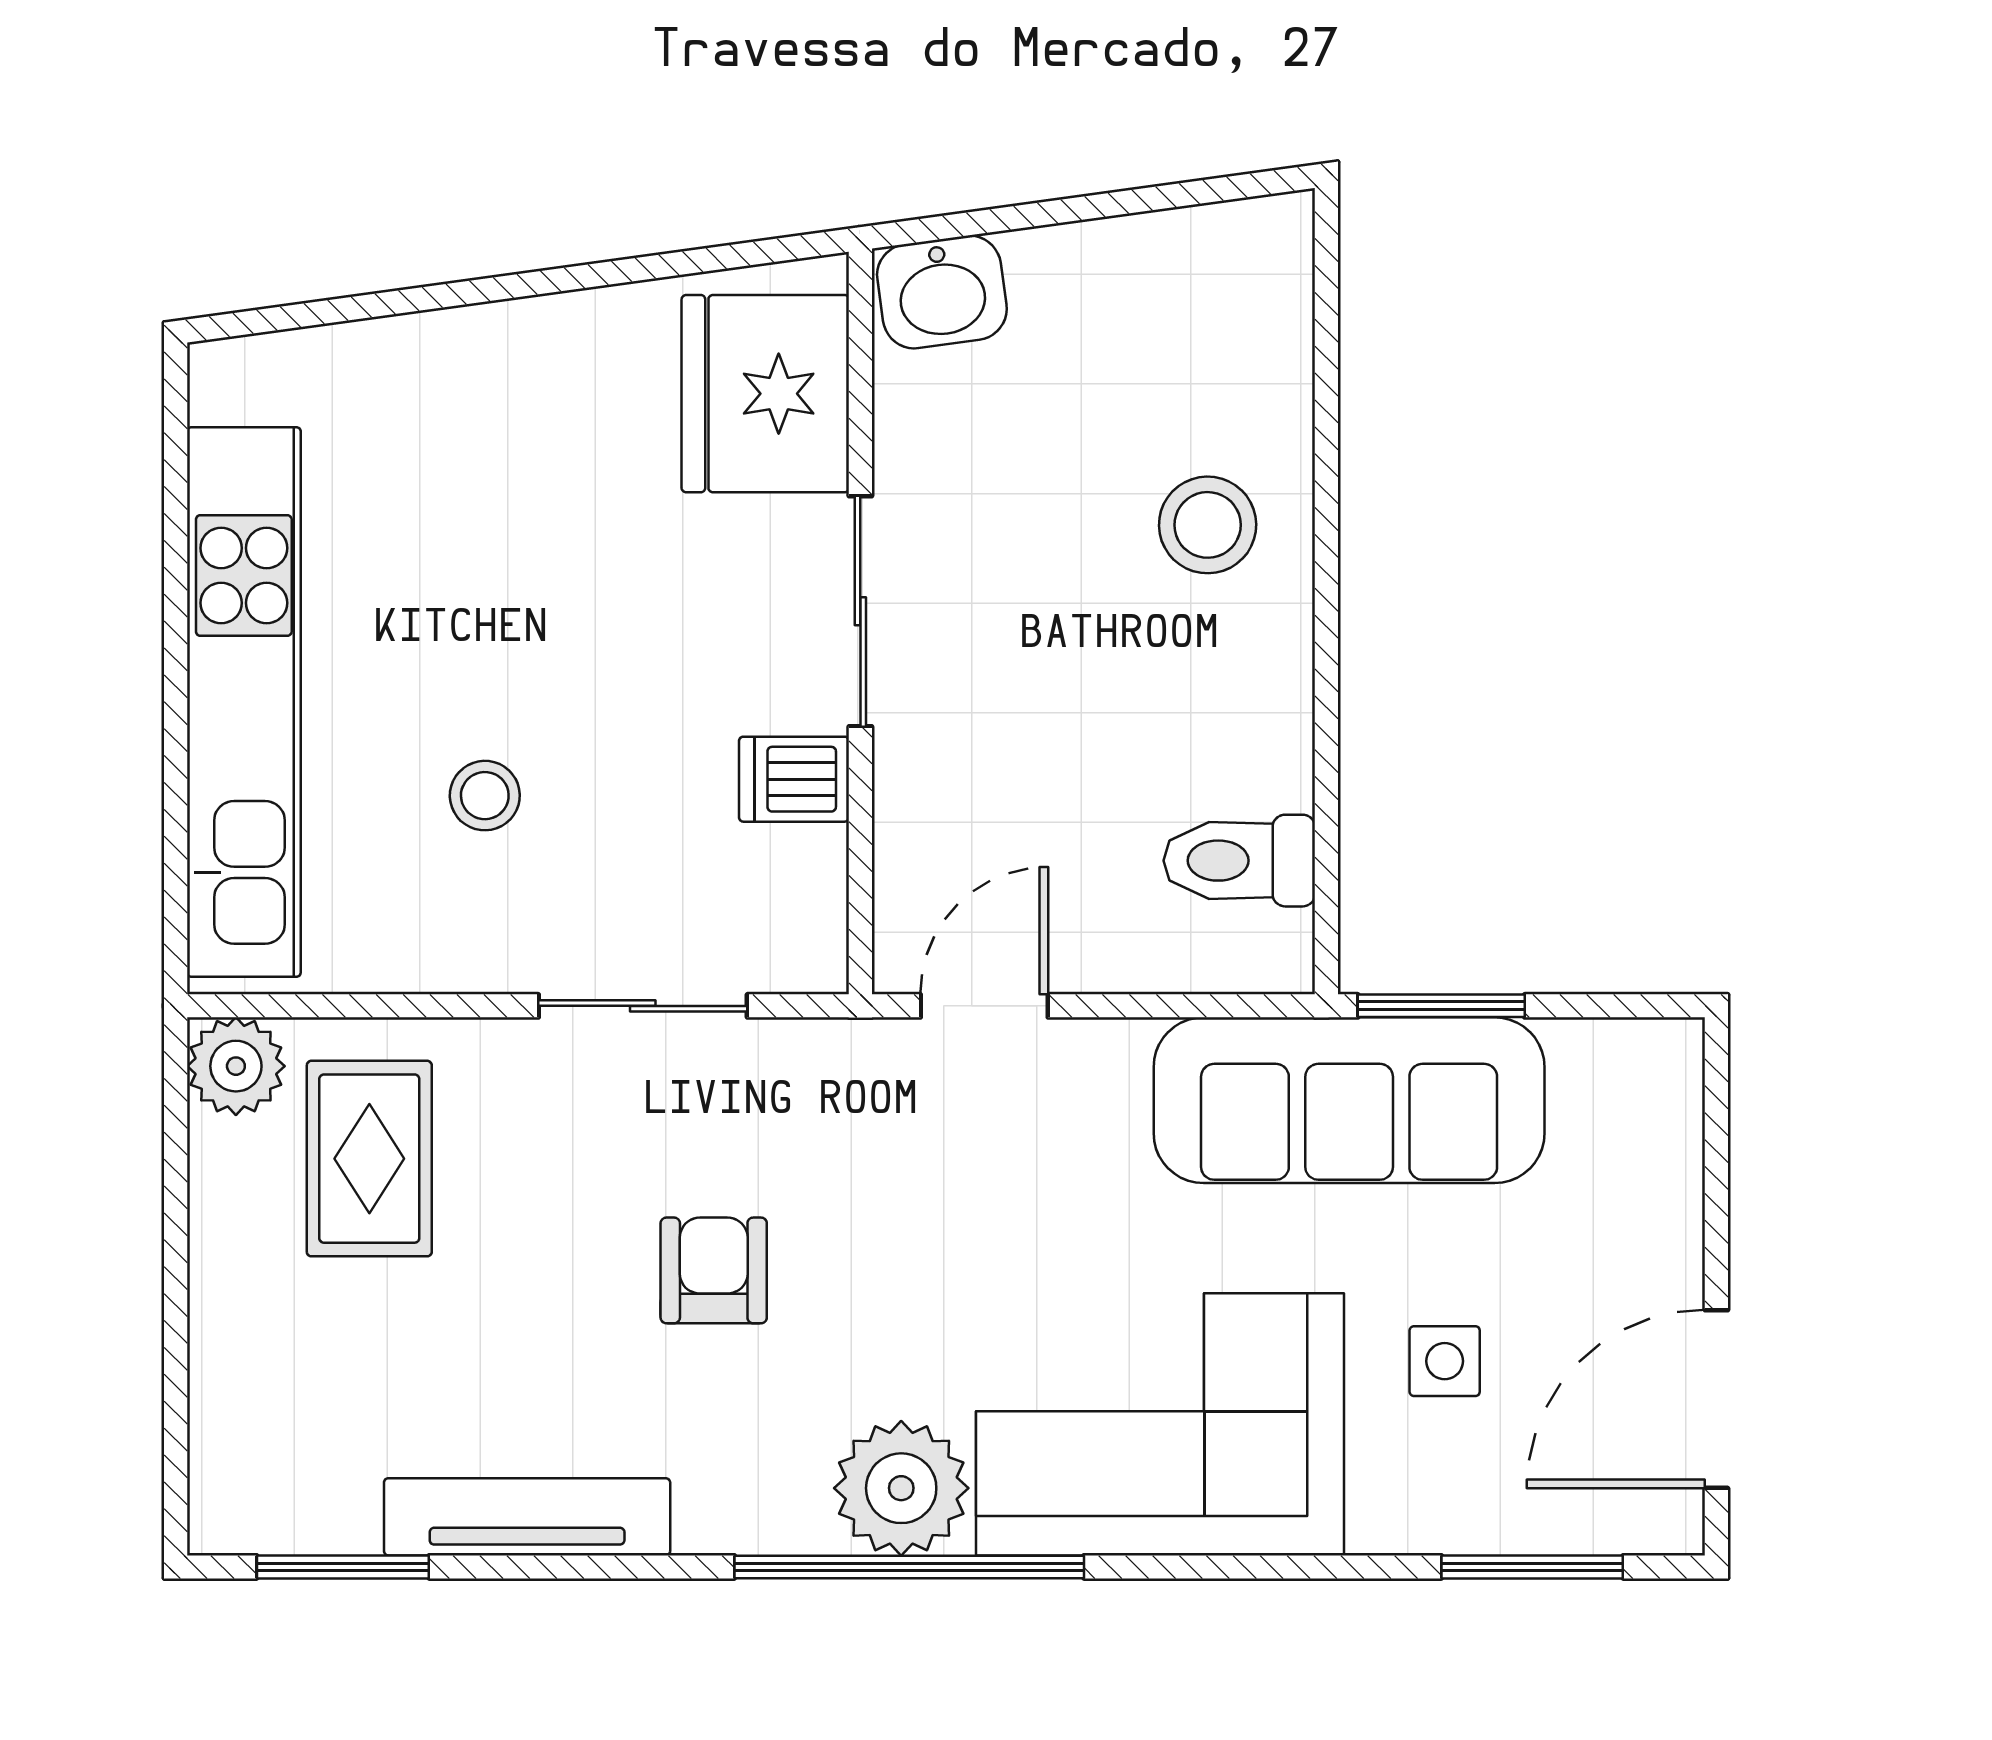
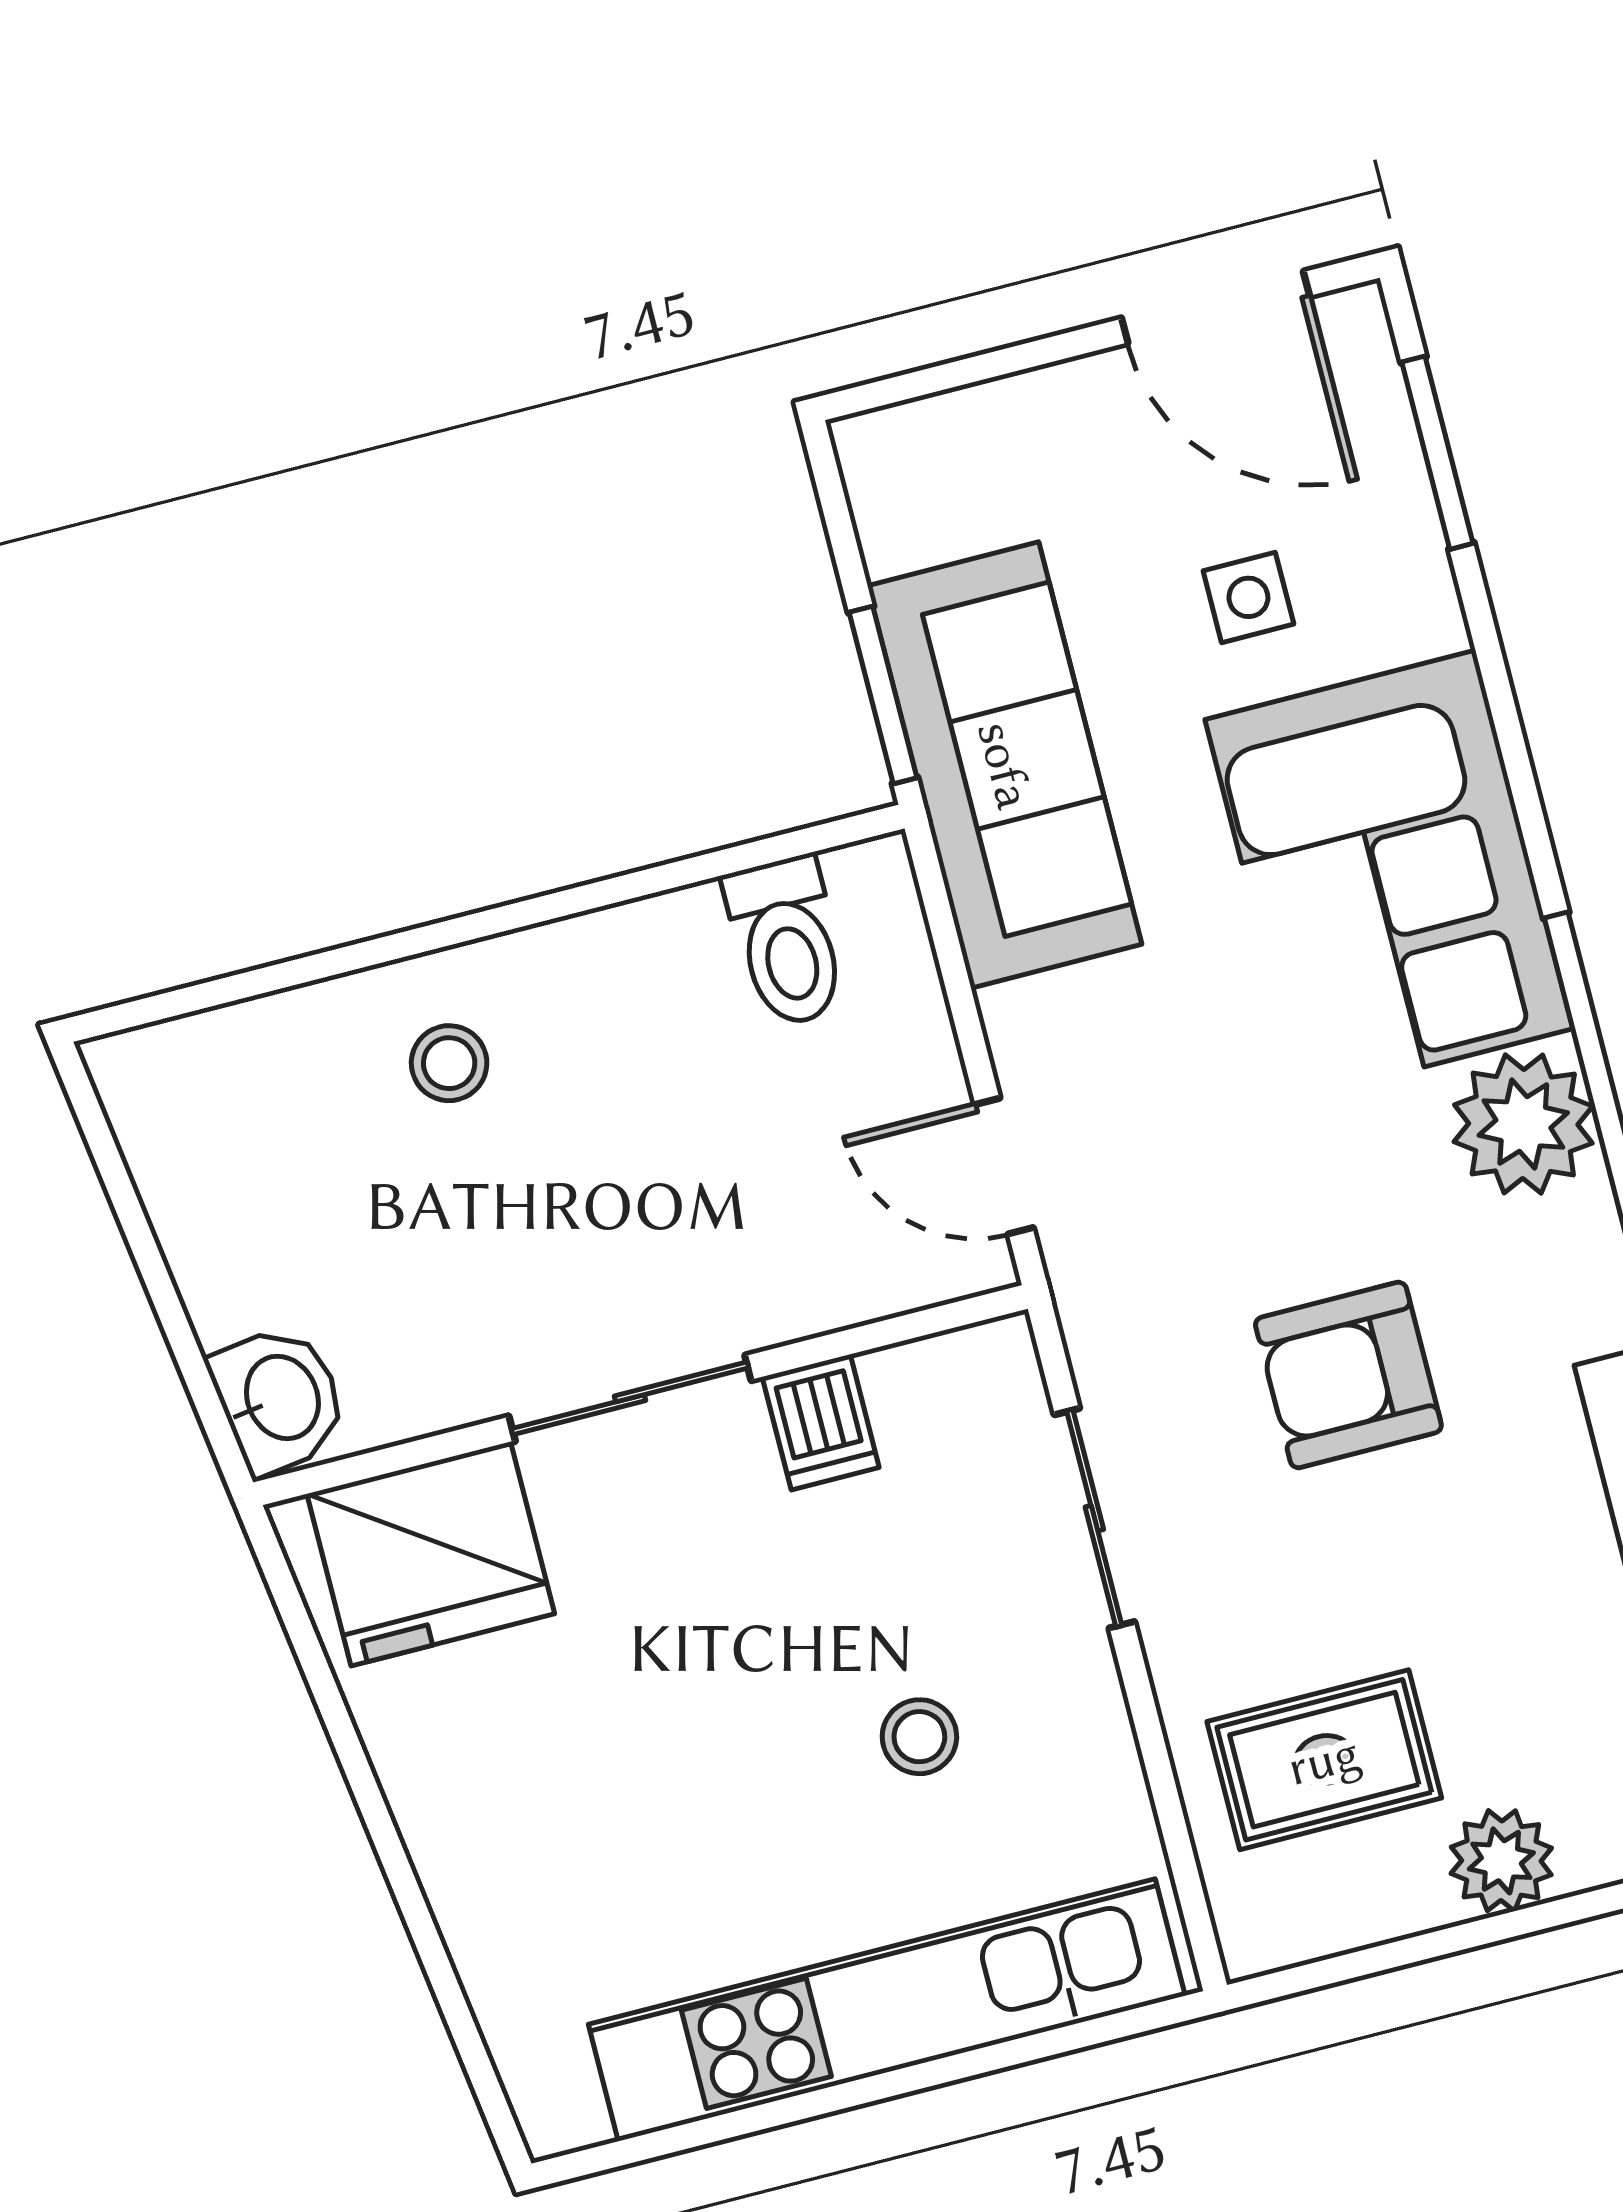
stool: (1208, 525) -> (449, 1063), width x0.73, depth x0.73
plant: (236, 1066) -> (1501, 1861), moved
armchair: (714, 1270) -> (1348, 1375), width x1.38, depth x1.38

